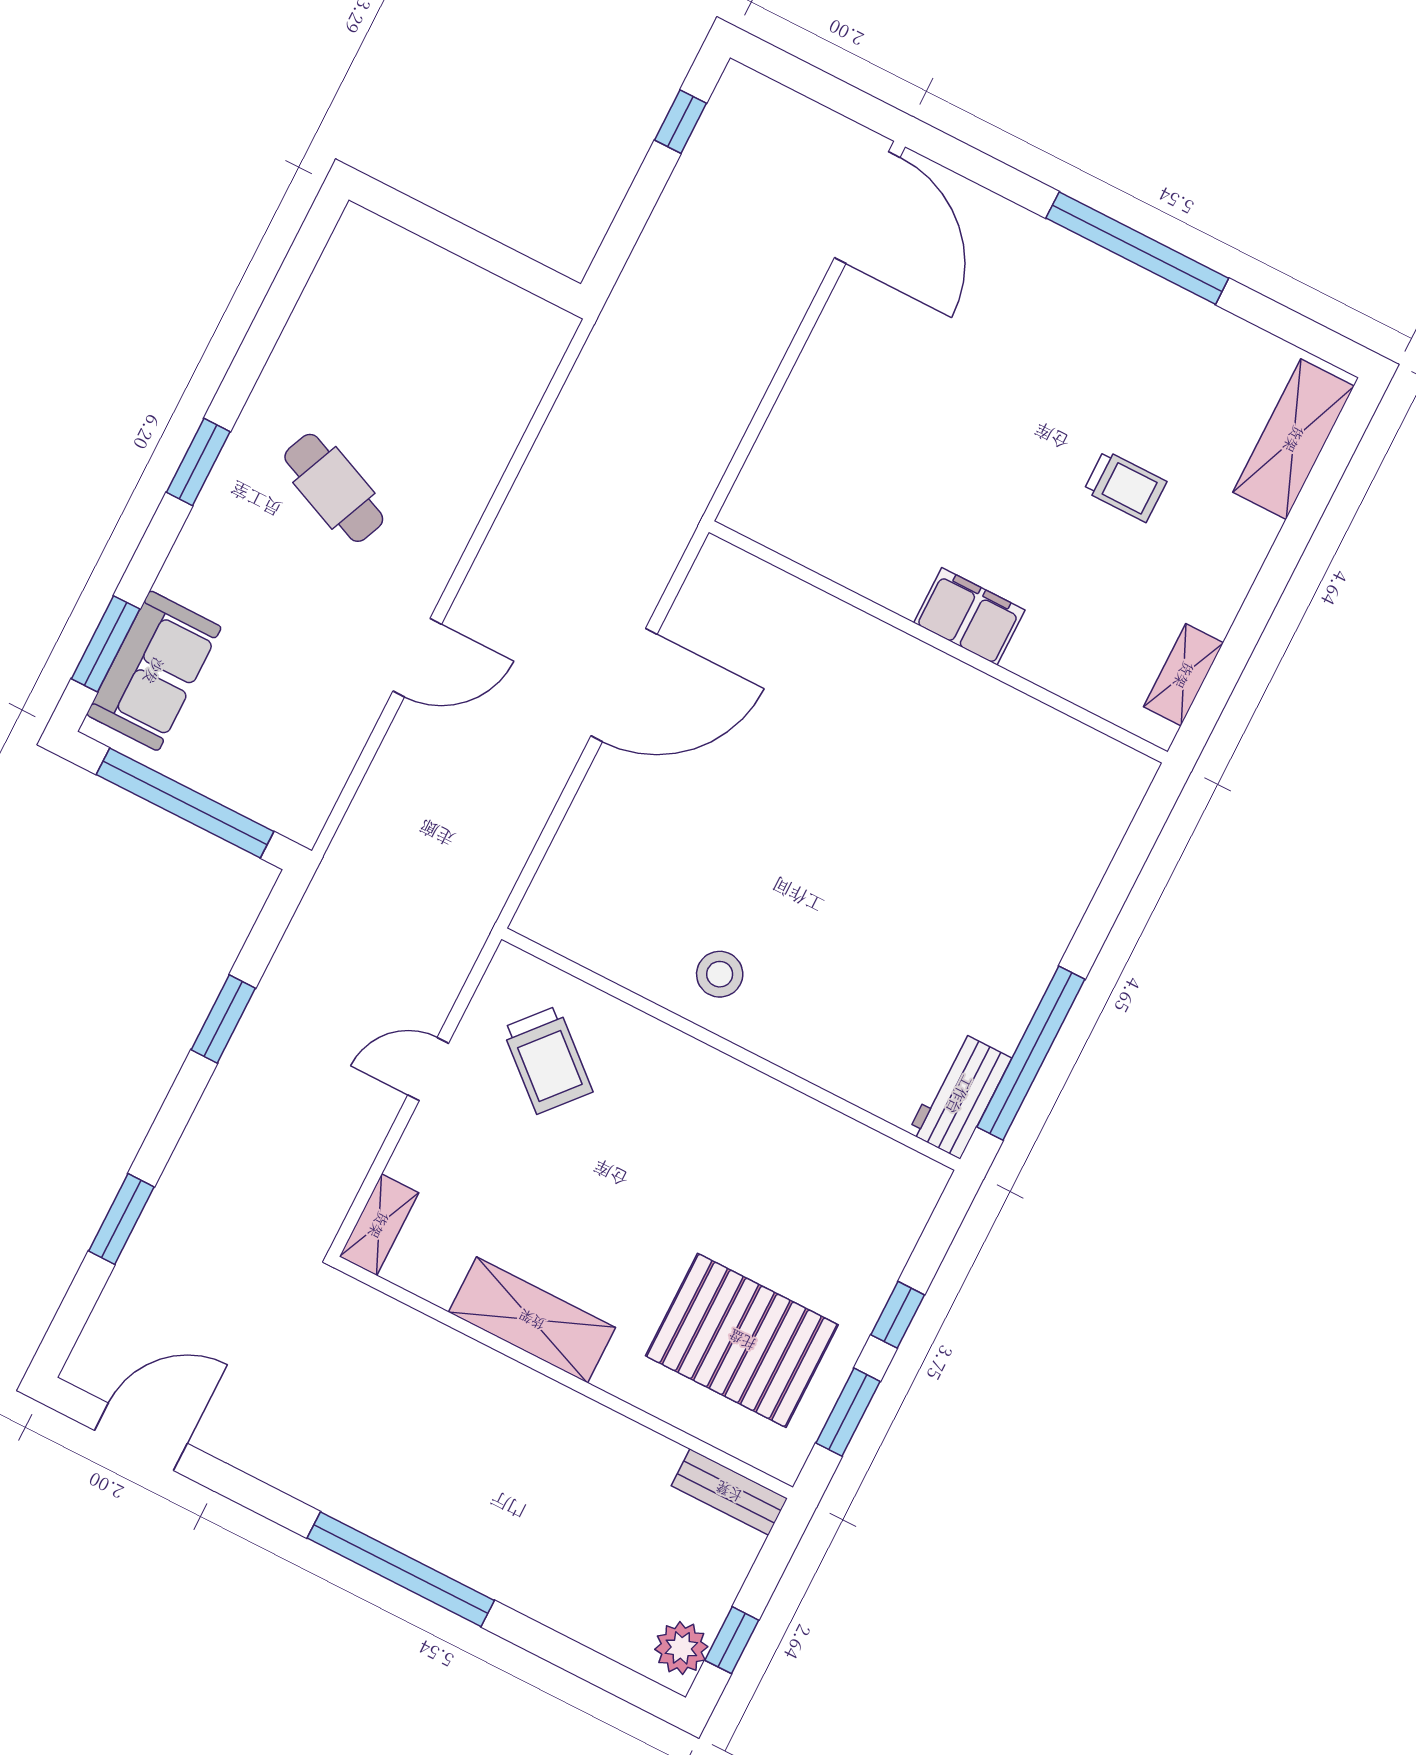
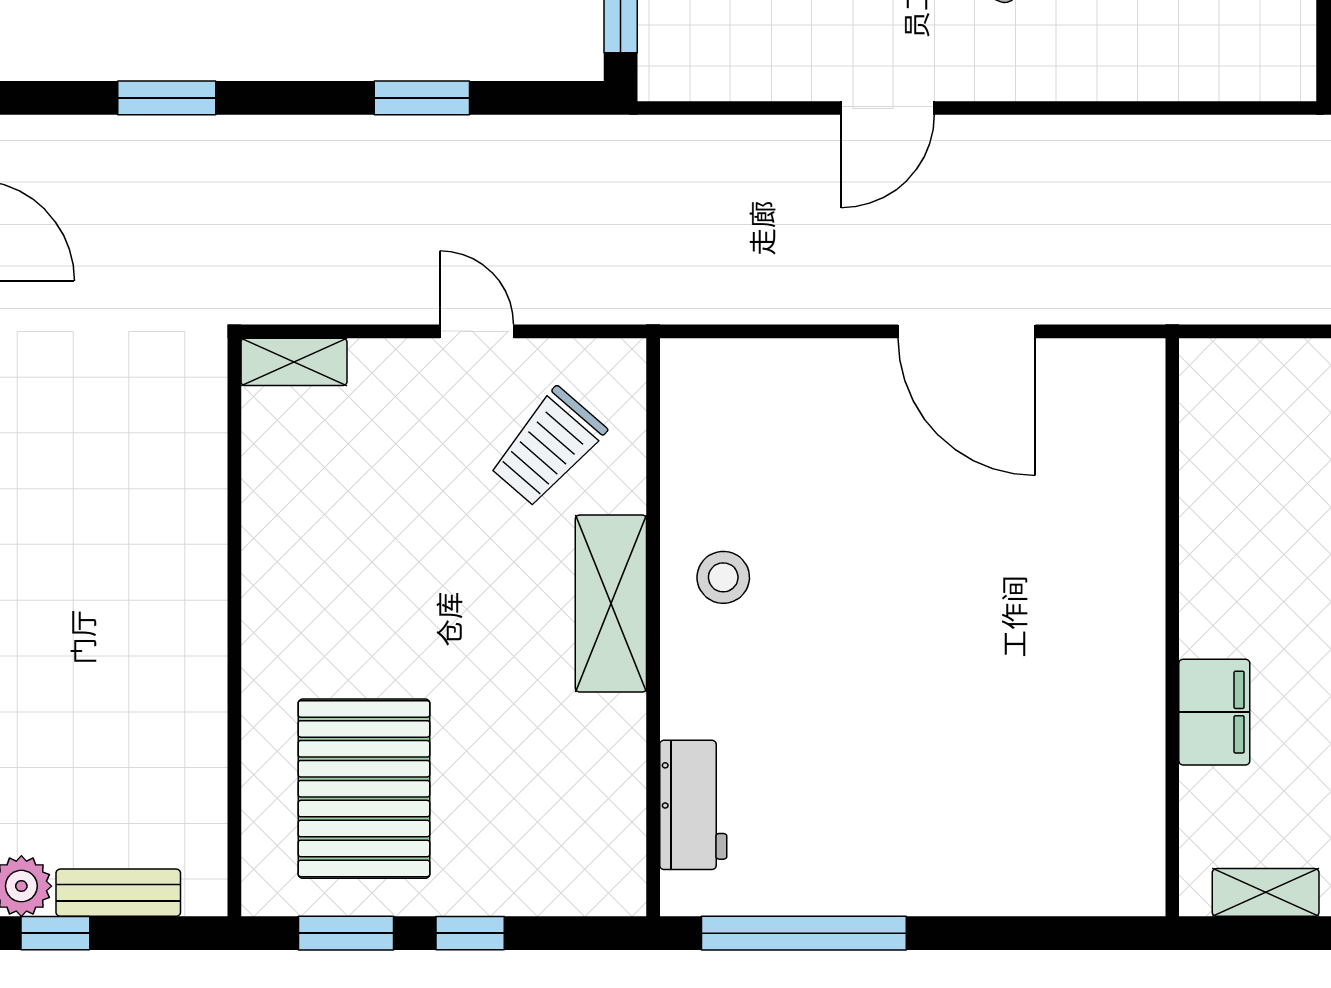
filing cabinet: (969, 616) -> (1214, 712), moved
door: (417, 658) -> (888, 108), hinge flipped
workbench: (960, 1095) -> (693, 805), moved, turned 90
shelving: (532, 1320) -> (611, 604), moved
bench: (729, 1492) -> (118, 893), moved, turned 90

